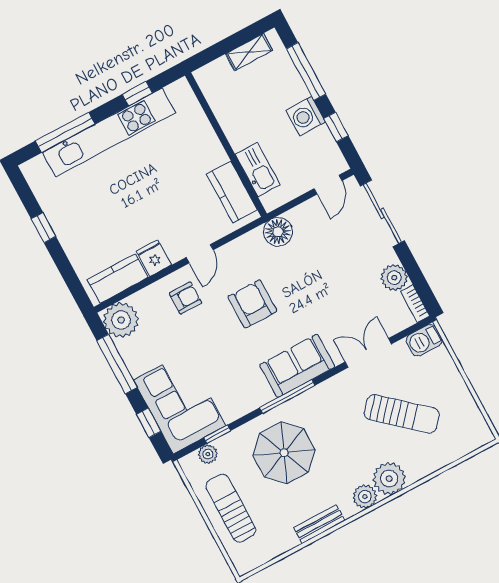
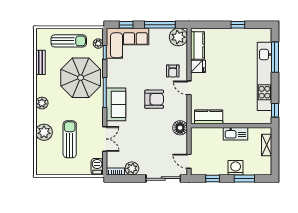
shelving: (249, 52) -> (267, 145), moved
window: (306, 71) -> (244, 178), width x0.69
window: (137, 94) -> (275, 110), moved
washing machine: (306, 116) -> (236, 168), moved
kitchen sink: (258, 170) -> (235, 134), moved
sun lounger: (402, 414) -> (70, 139), turned 139
parasol: (284, 453) -> (81, 78), width x1.36, depth x1.36
plant: (389, 479) -> (44, 132), moved
bench: (319, 524) -> (41, 62), moved

